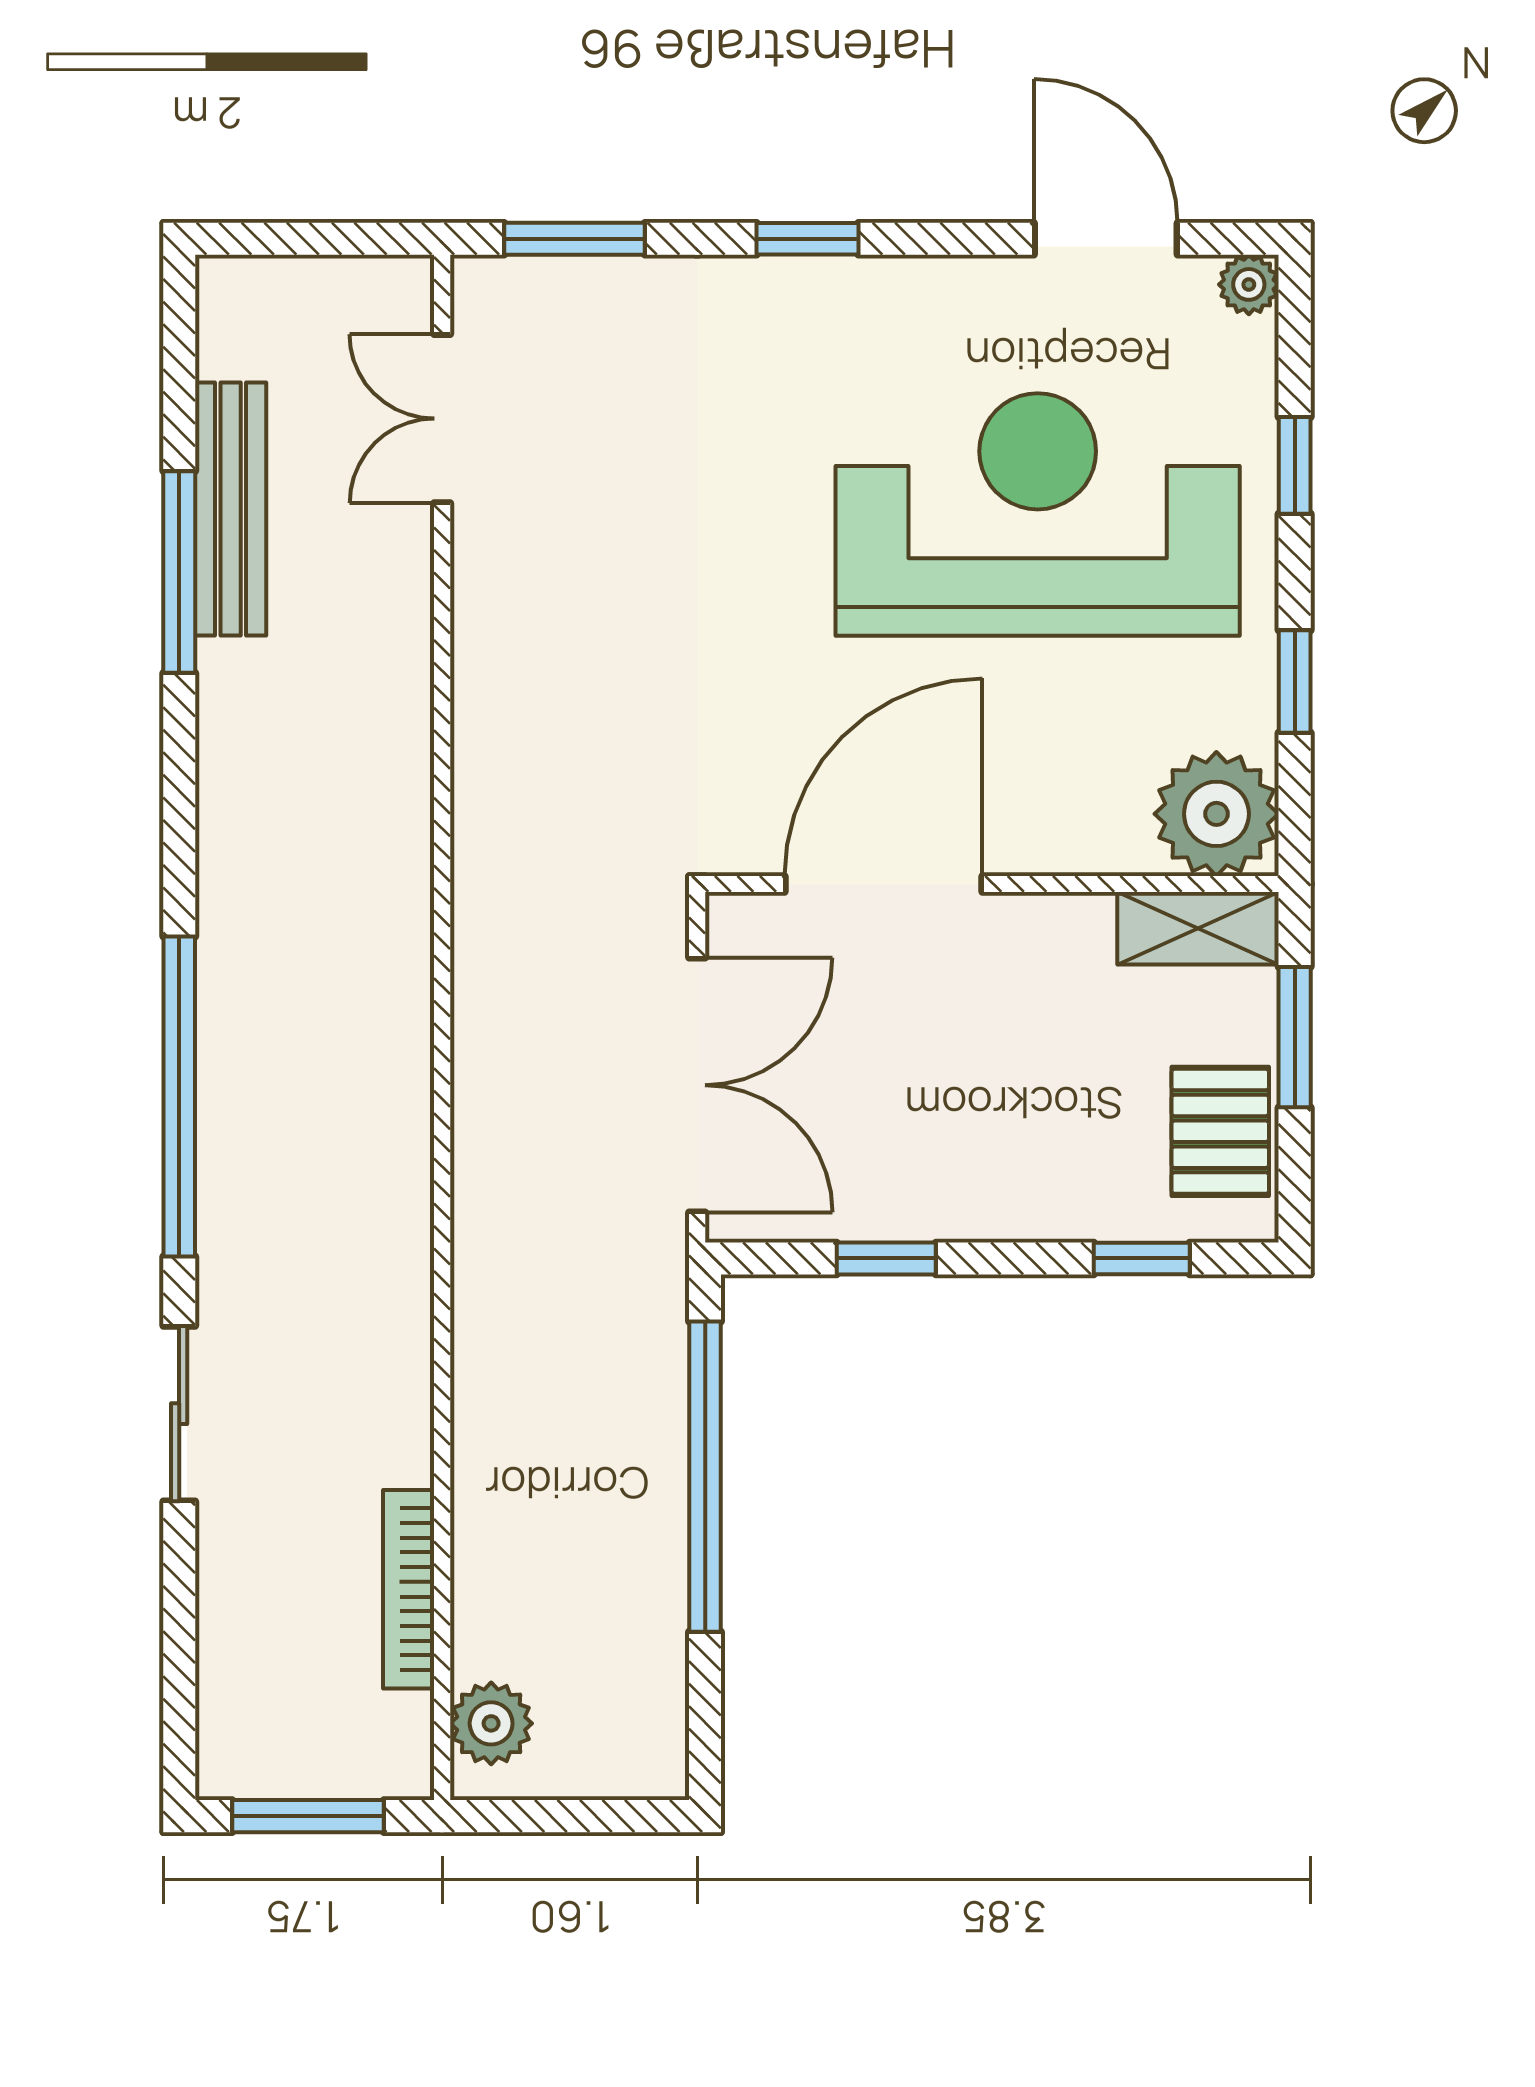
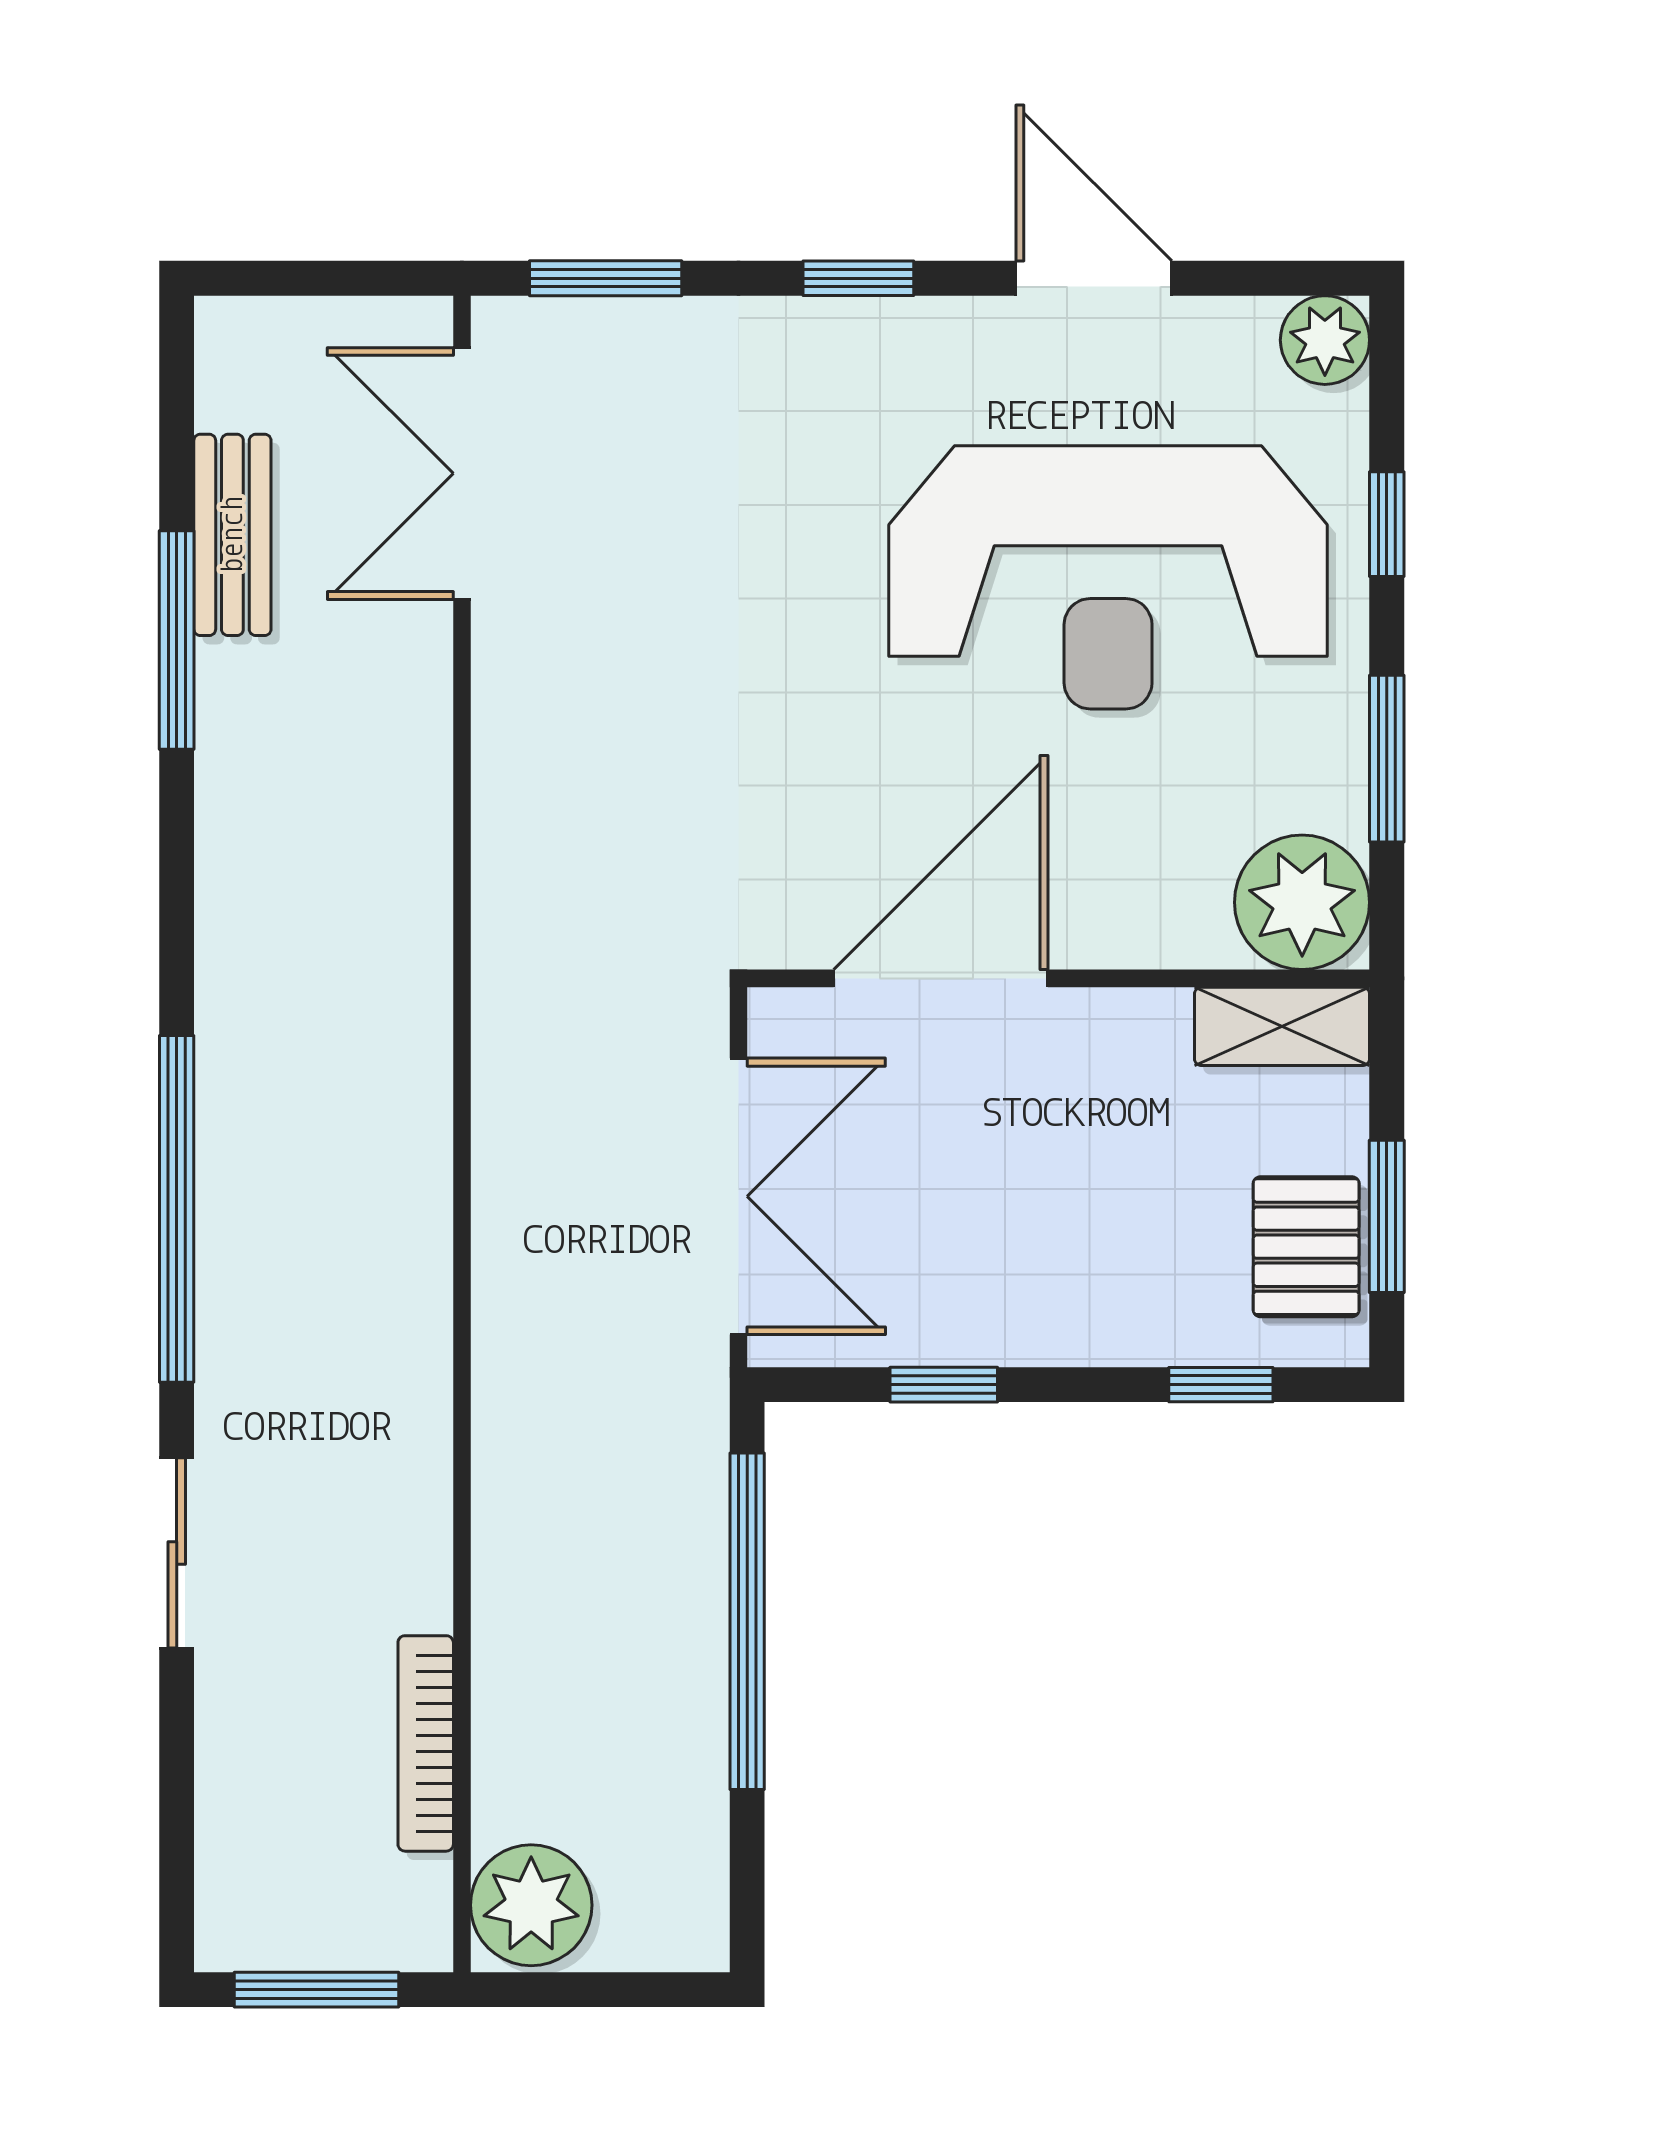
door: (1106, 239) -> (1094, 278), moved
plant: (1249, 284) -> (1325, 340), width x1.38, depth x1.38
double door: (442, 419) -> (462, 473), width x1.37
bench: (231, 509) -> (232, 535), width x0.73
reception desk: (1038, 514) -> (1108, 577), turned 180
window: (1295, 681) -> (1387, 759), width x1.50
window: (1295, 1037) -> (1387, 1216), moved
plant: (491, 1723) -> (531, 1905), width x1.36, depth x1.36

